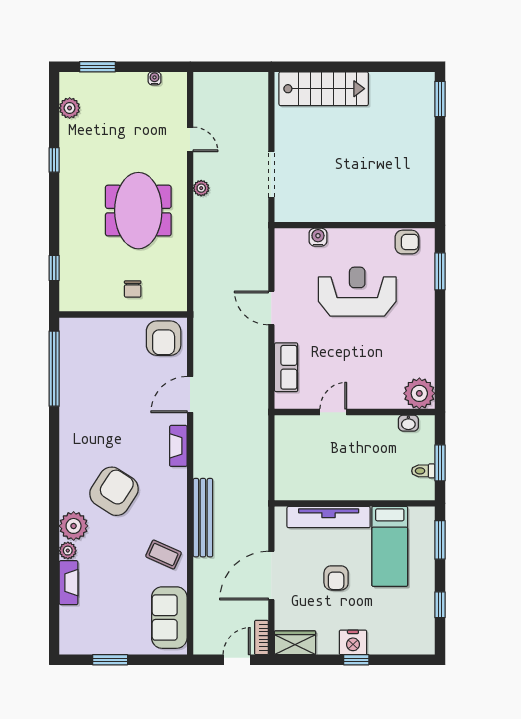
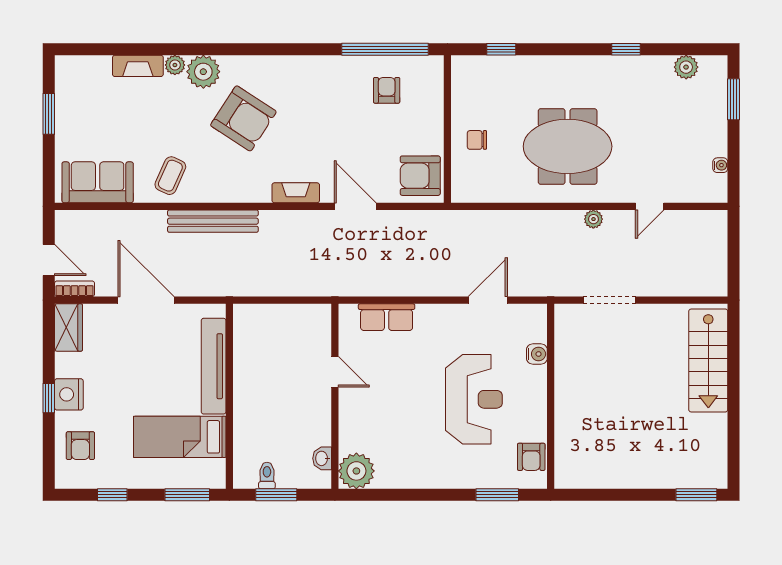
door: (271, 308) -> (488, 300), moved
armchair: (90, 367) -> (387, 90), added
armchair: (336, 578) -> (80, 446), moved, turned -90

